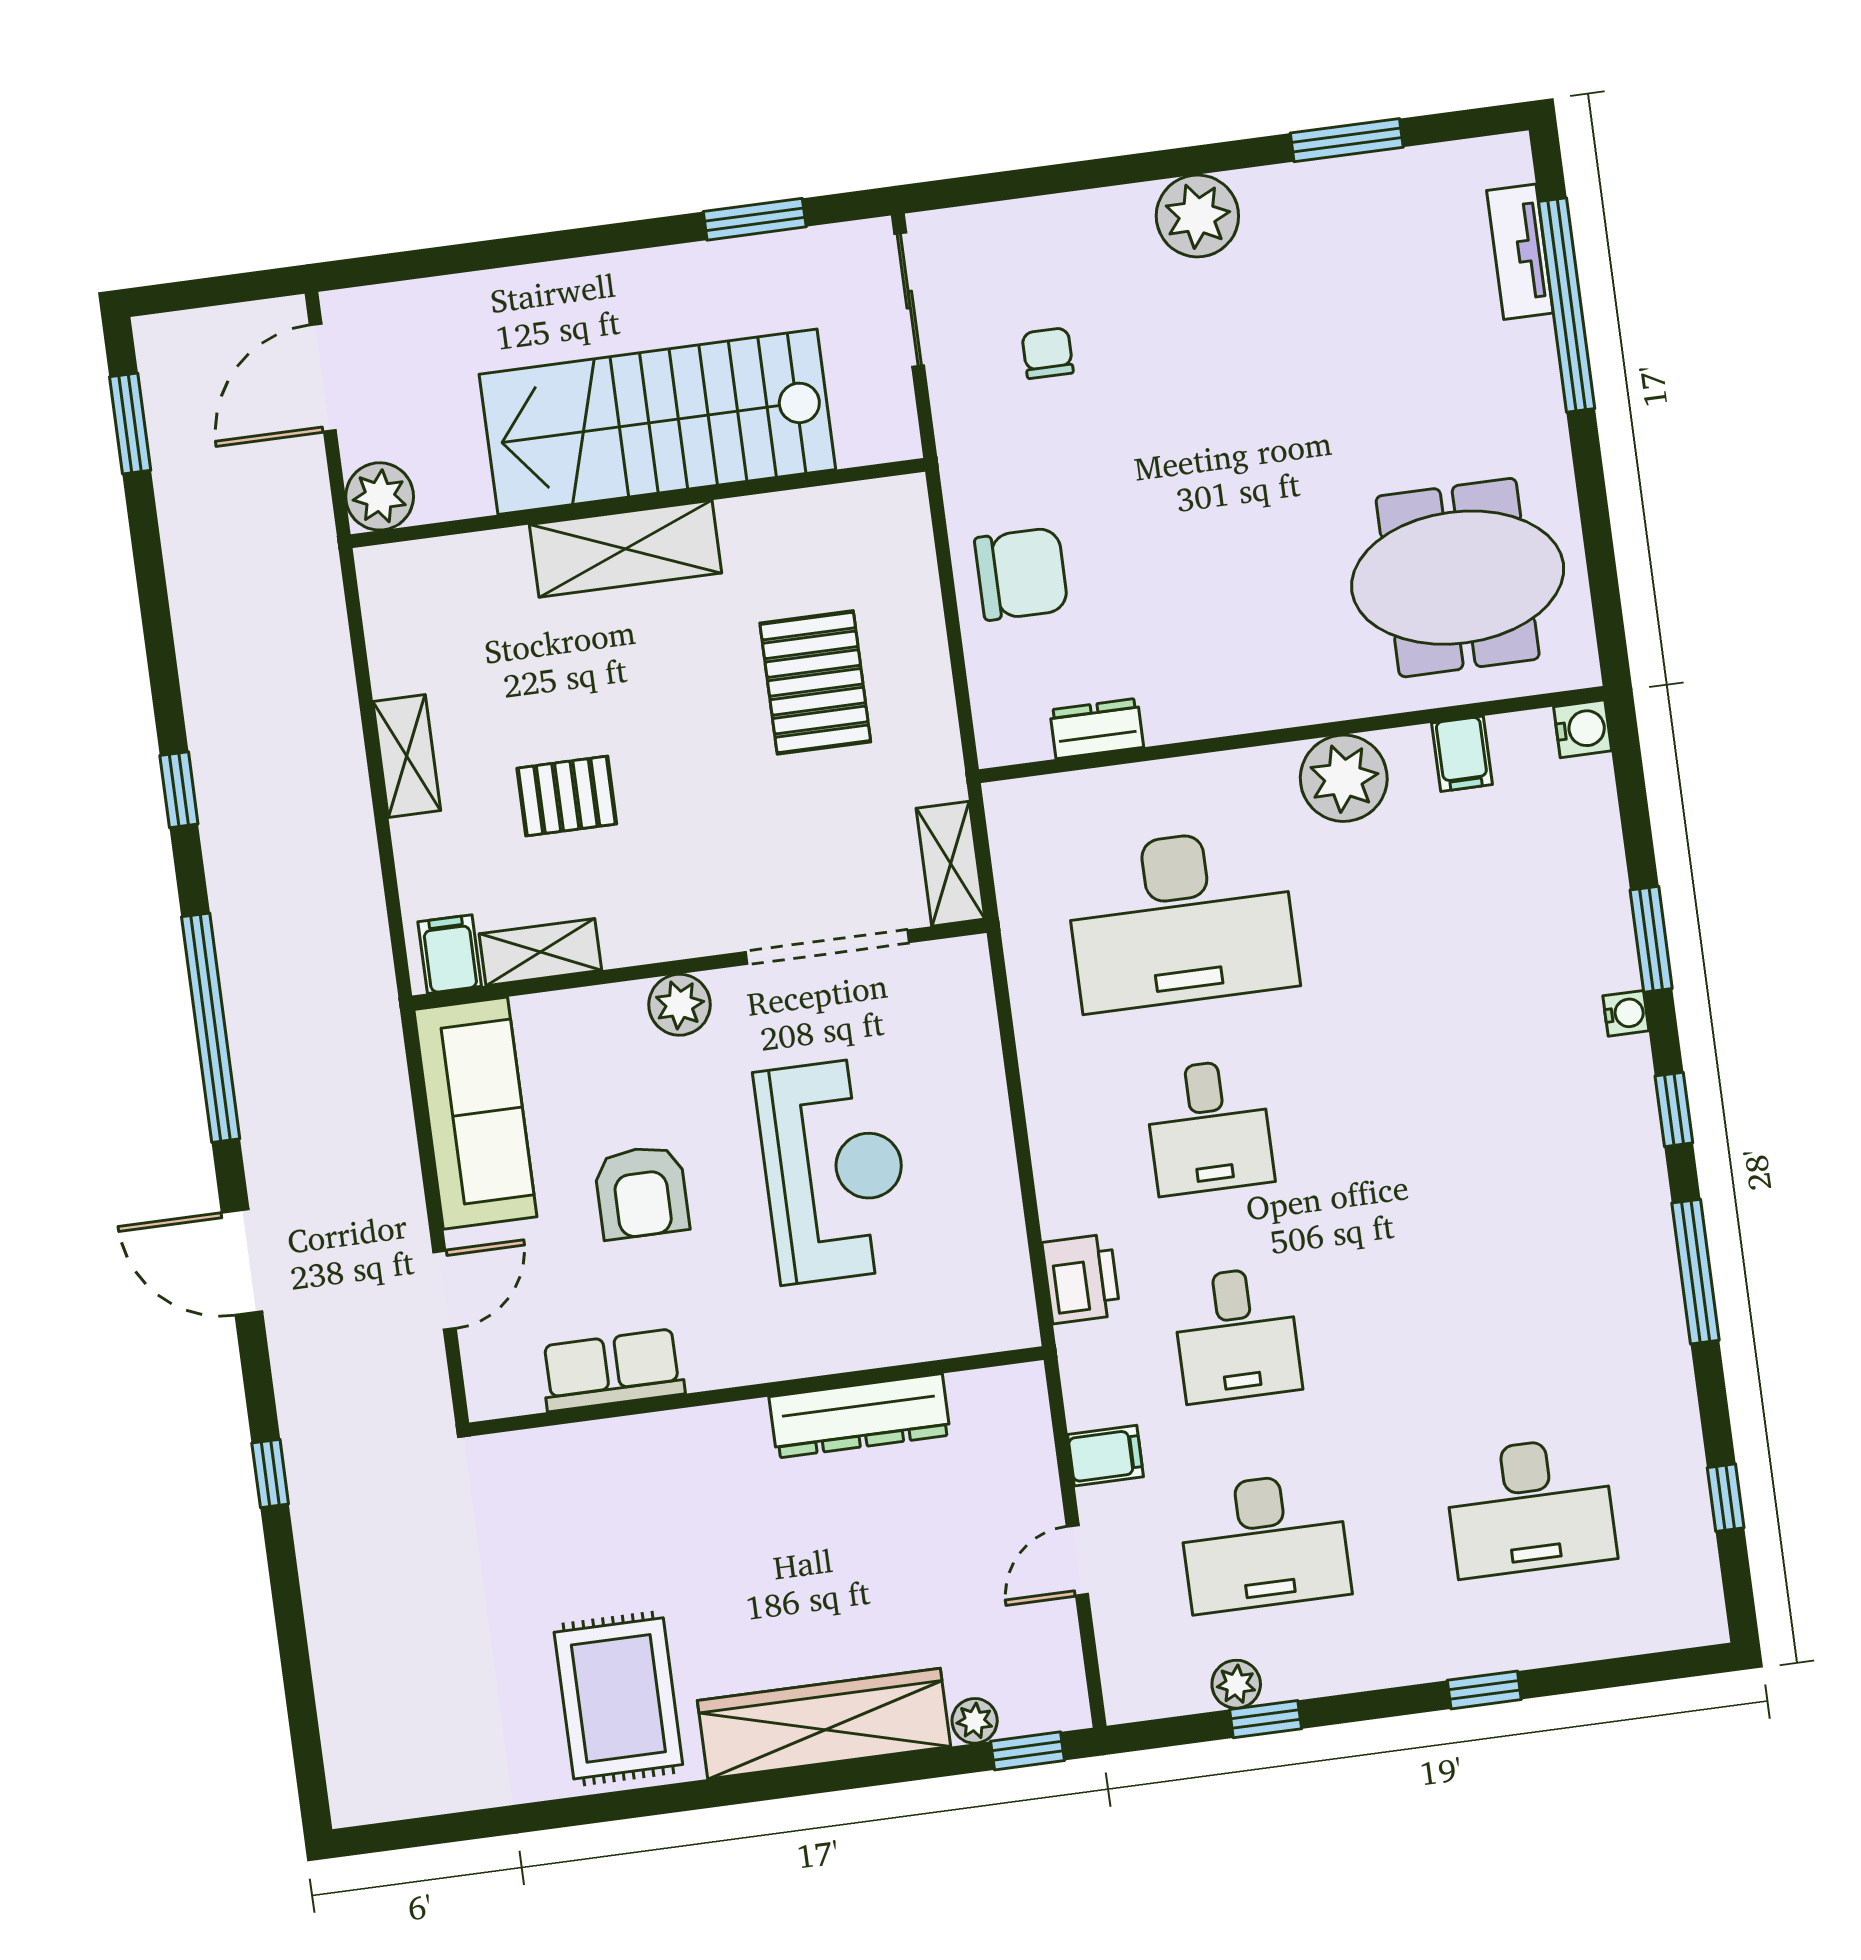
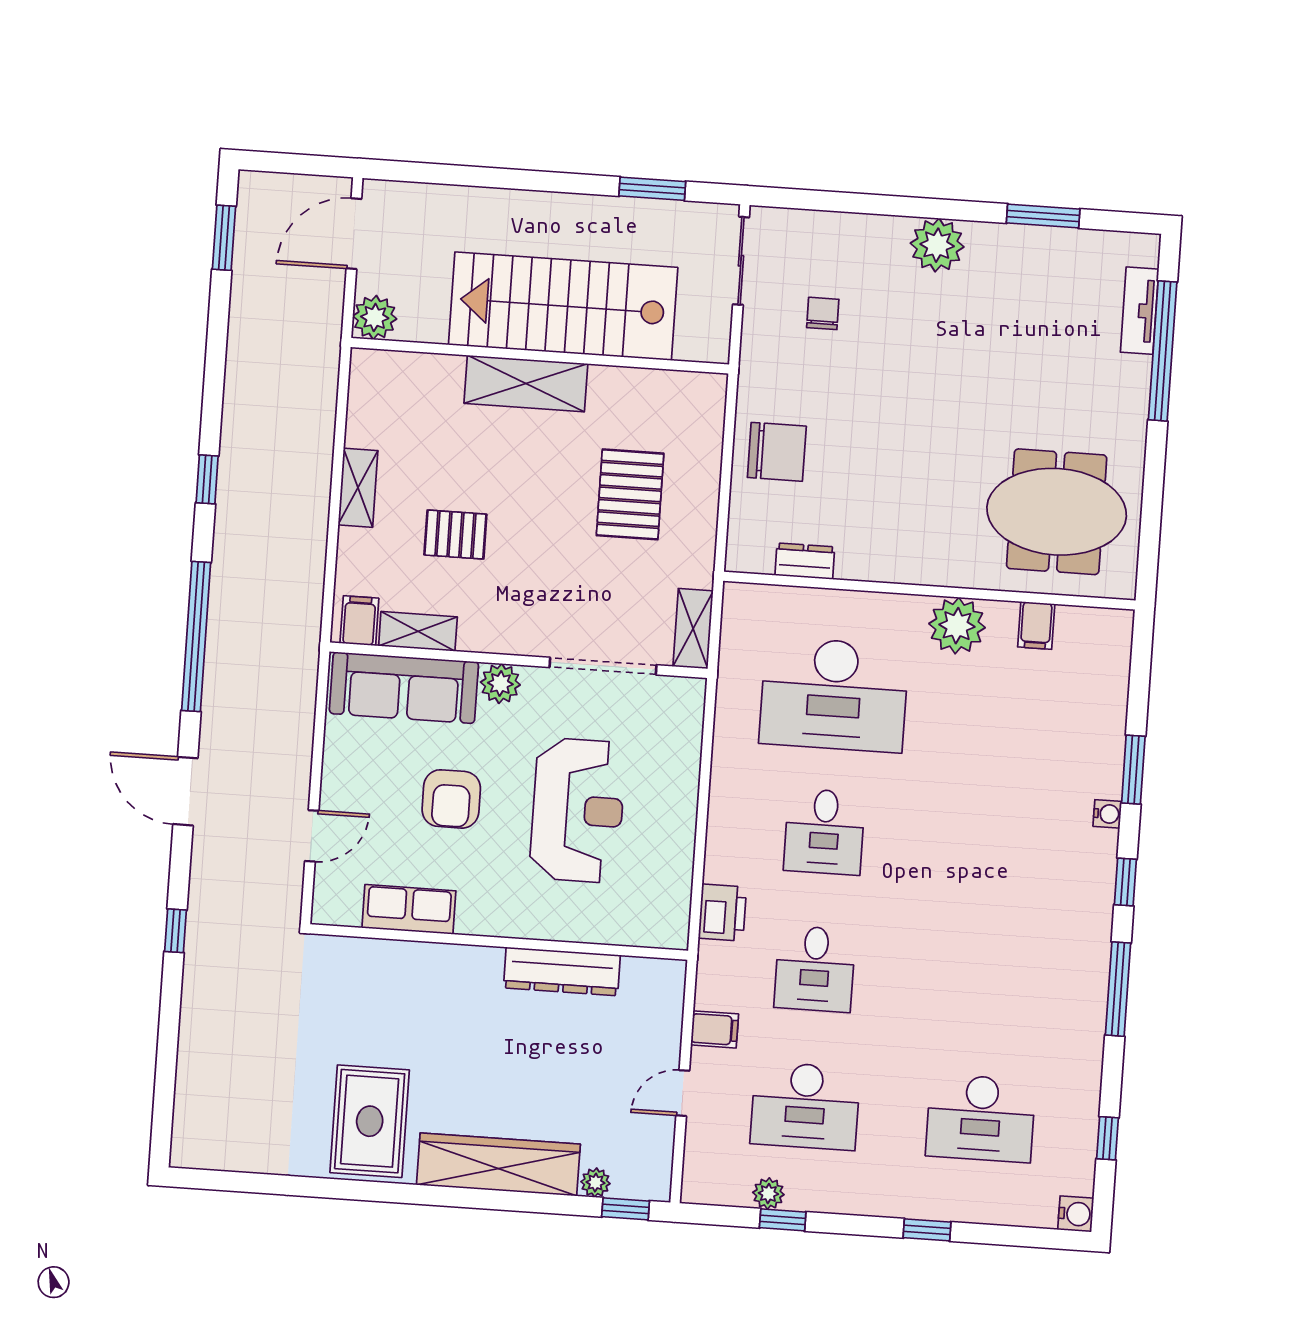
water cooler: (1583, 729) -> (1076, 1214), moved
sofa: (475, 1113) -> (404, 688), moved, turned 90

